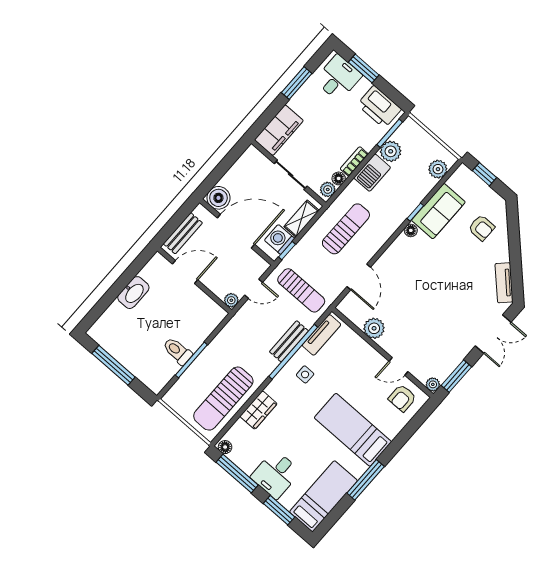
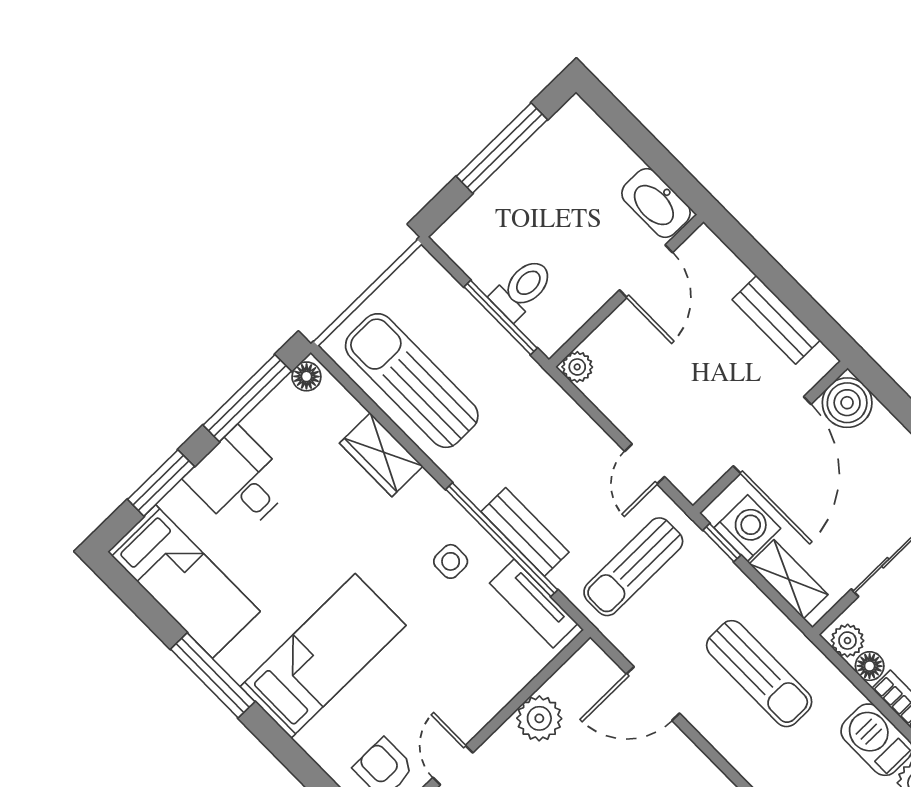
door: (185, 272) -> (646, 271), moved
wall: (195, 280) -> (626, 291), moved
plant: (231, 300) -> (577, 367), moved

